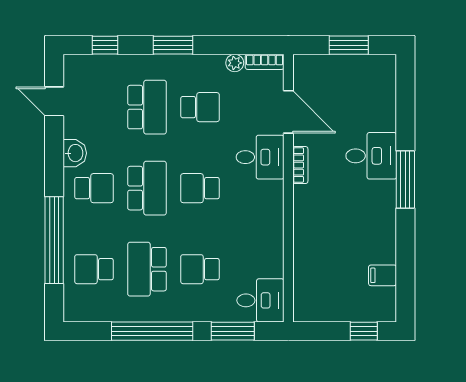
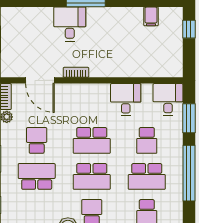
door: (288, 112) -> (40, 80), swing flipped
desk: (260, 157) -> (126, 100), moved
school desk: (147, 188) -> (92, 176), turned 180
school desk: (200, 188) -> (92, 140), width x1.85

